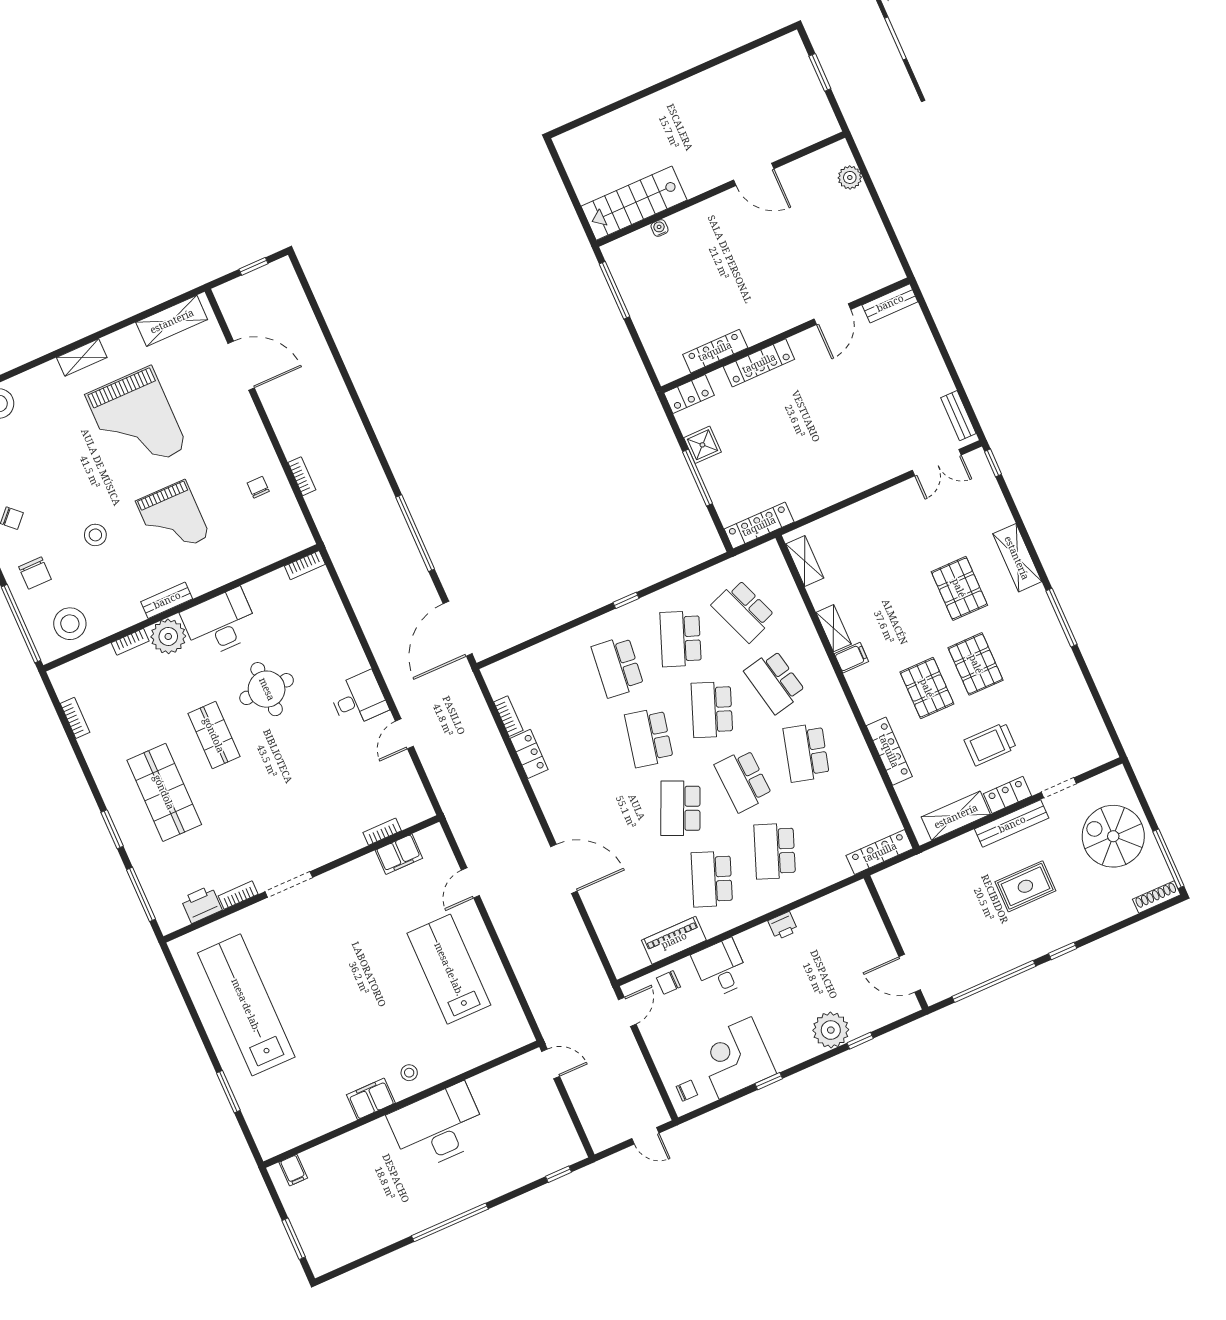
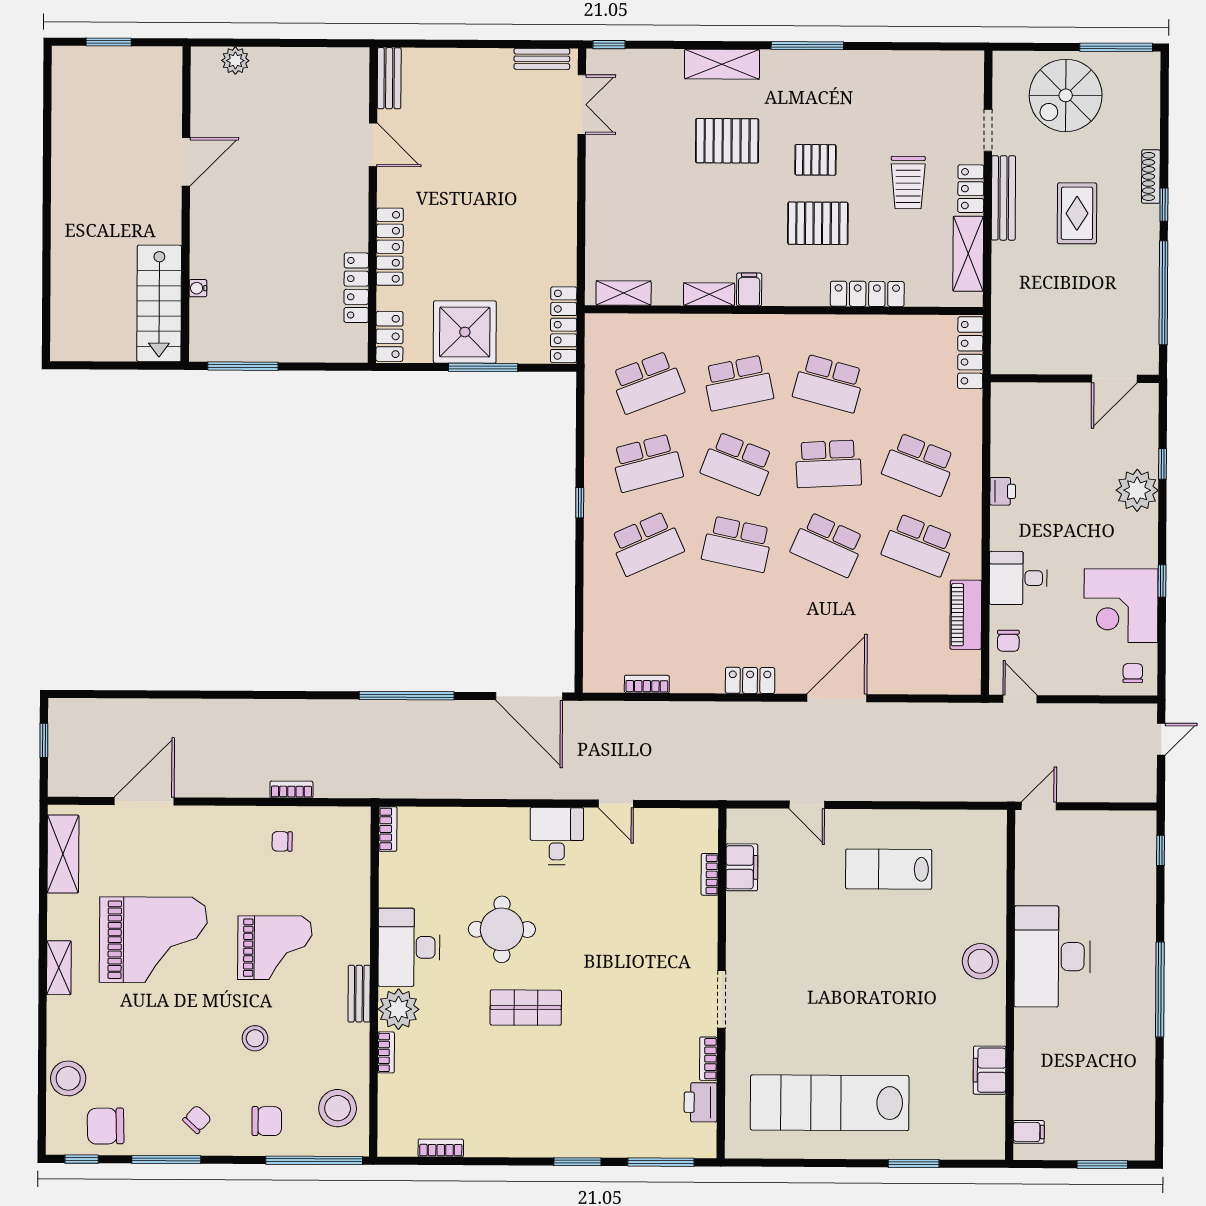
shower: (702, 445) -> (465, 332), width x1.86, depth x1.86
school desk: (681, 639) -> (647, 463), turned -36
pallet: (976, 664) -> (816, 160), width x0.67, depth x0.71
school desk: (618, 667) -> (647, 544), turned -30
locker: (529, 754) -> (750, 680), moved
shop shelf: (164, 792) -> (563, 1088), removed
shoe rack: (1157, 897) -> (1151, 176), moved
lab bench: (449, 969) -> (889, 869), width x0.73, depth x0.72
stool: (409, 1073) -> (980, 961), width x1.89, depth x1.89
filing cabinet: (371, 1099) -> (990, 1070), moved

